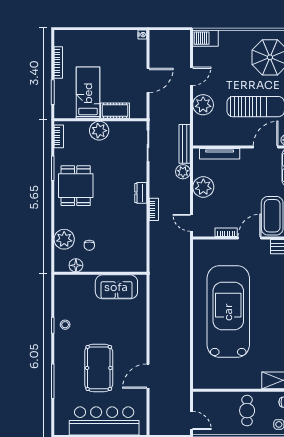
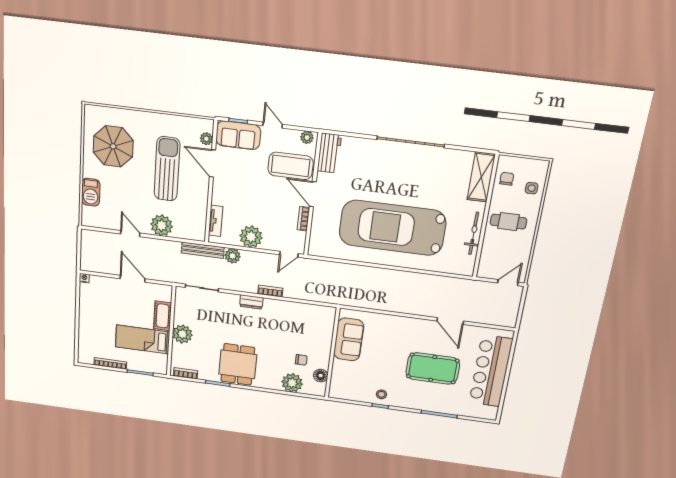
barbecue: (205, 38) -> (91, 192), moved
tv unit: (220, 154) -> (216, 221), width x0.71
dining table: (76, 186) -> (238, 364), turned 90
bicycle: (233, 383) -> (474, 233), added

